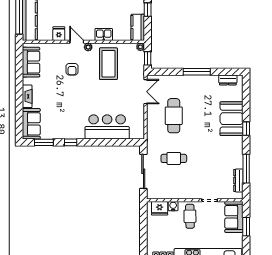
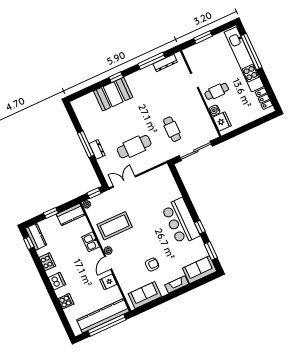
armchair: (72, 69) -> (152, 265), moved
dresser: (228, 80) -> (97, 149), moved
bar counter: (107, 127) -> (181, 221), moved
sofa: (234, 217) -> (199, 52), removed

